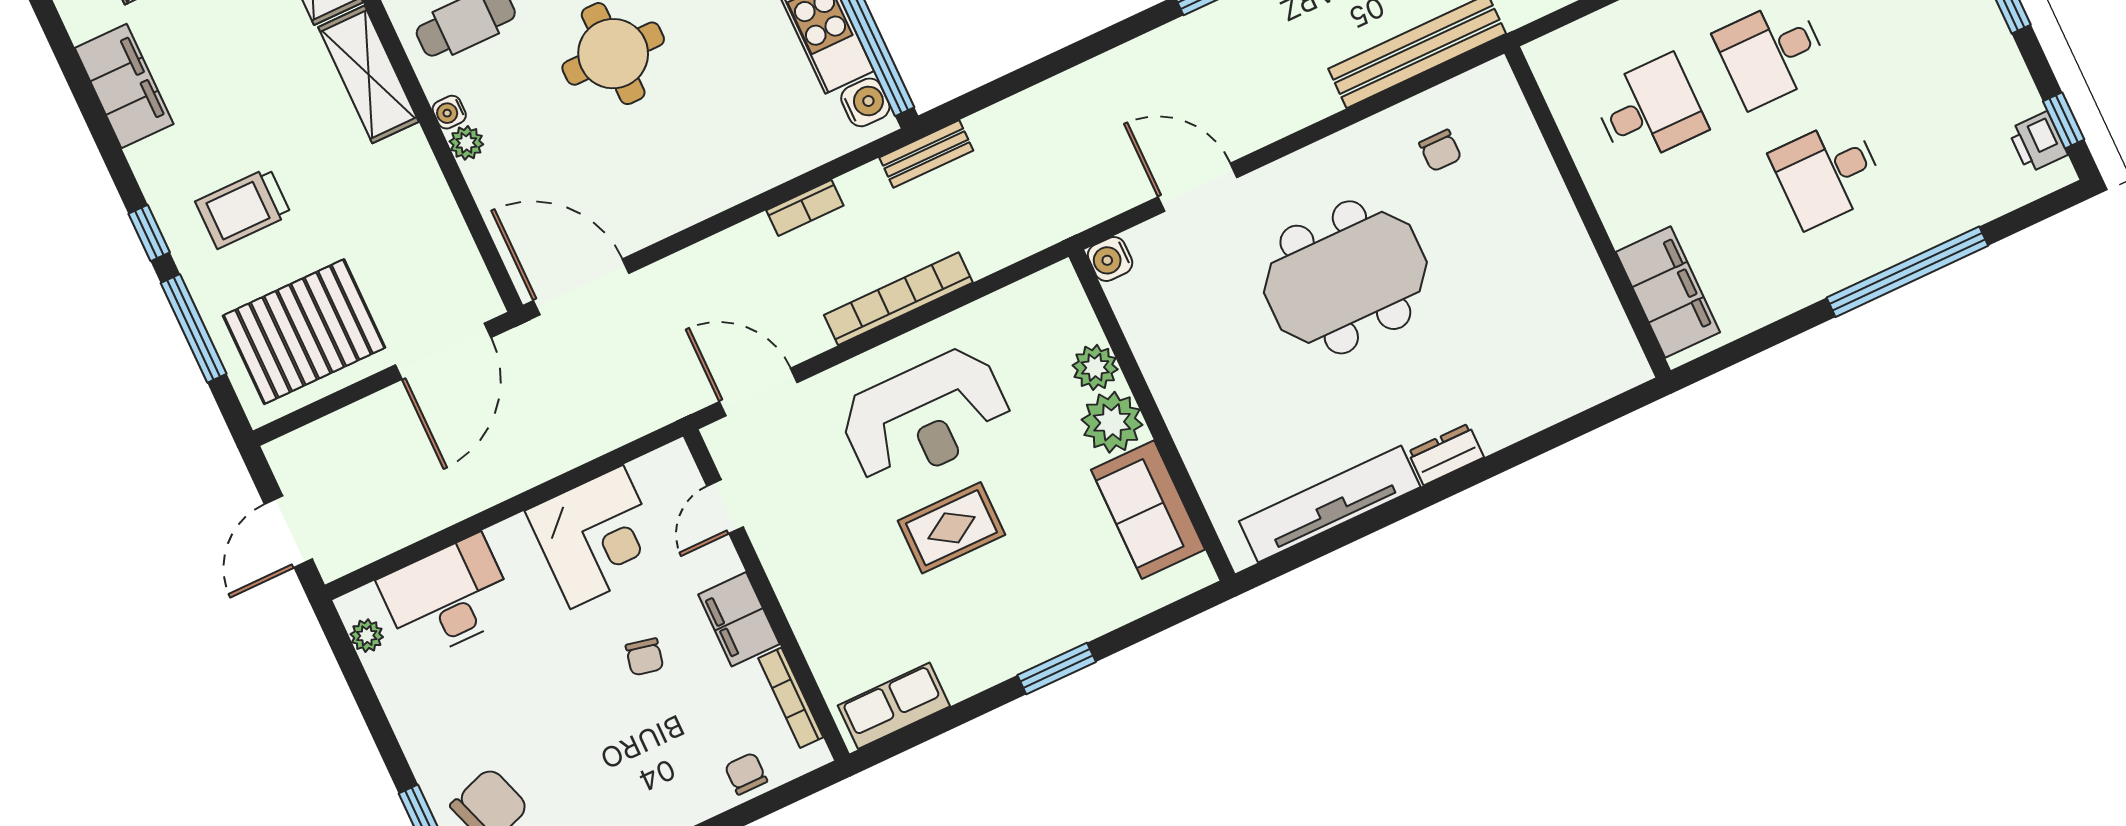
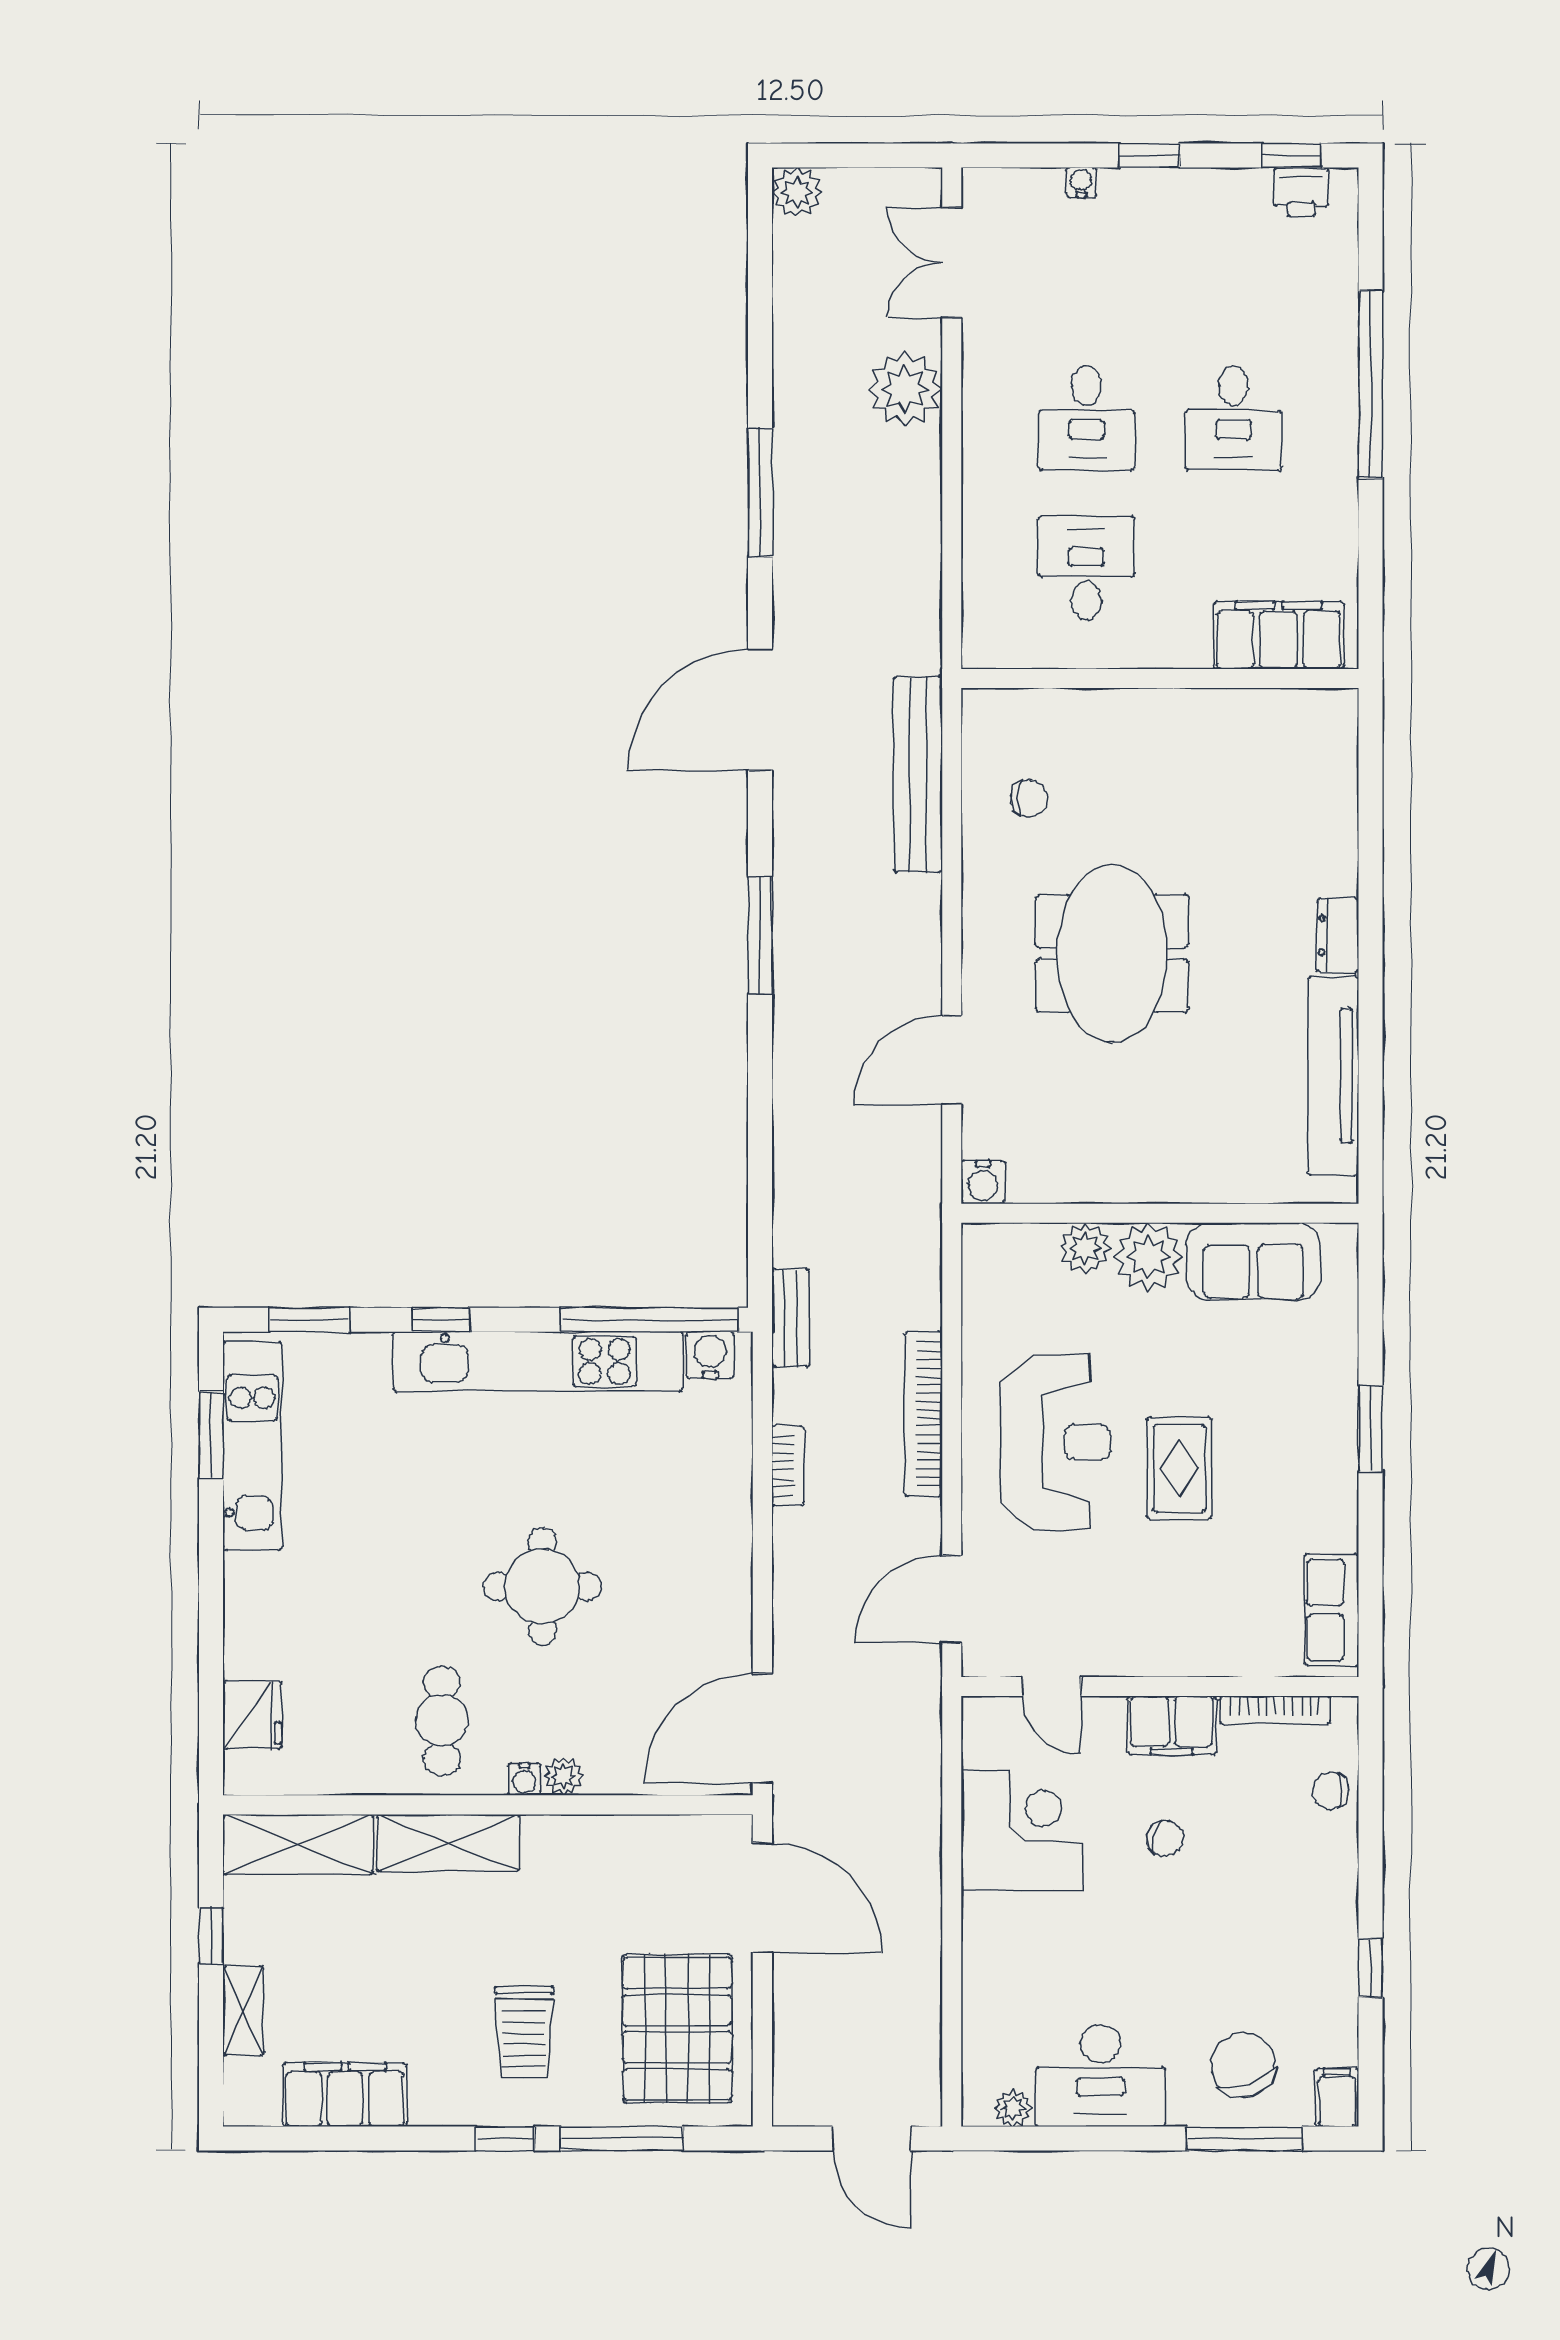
desk: (447, 597) -> (1100, 2076), moved, turned -90

